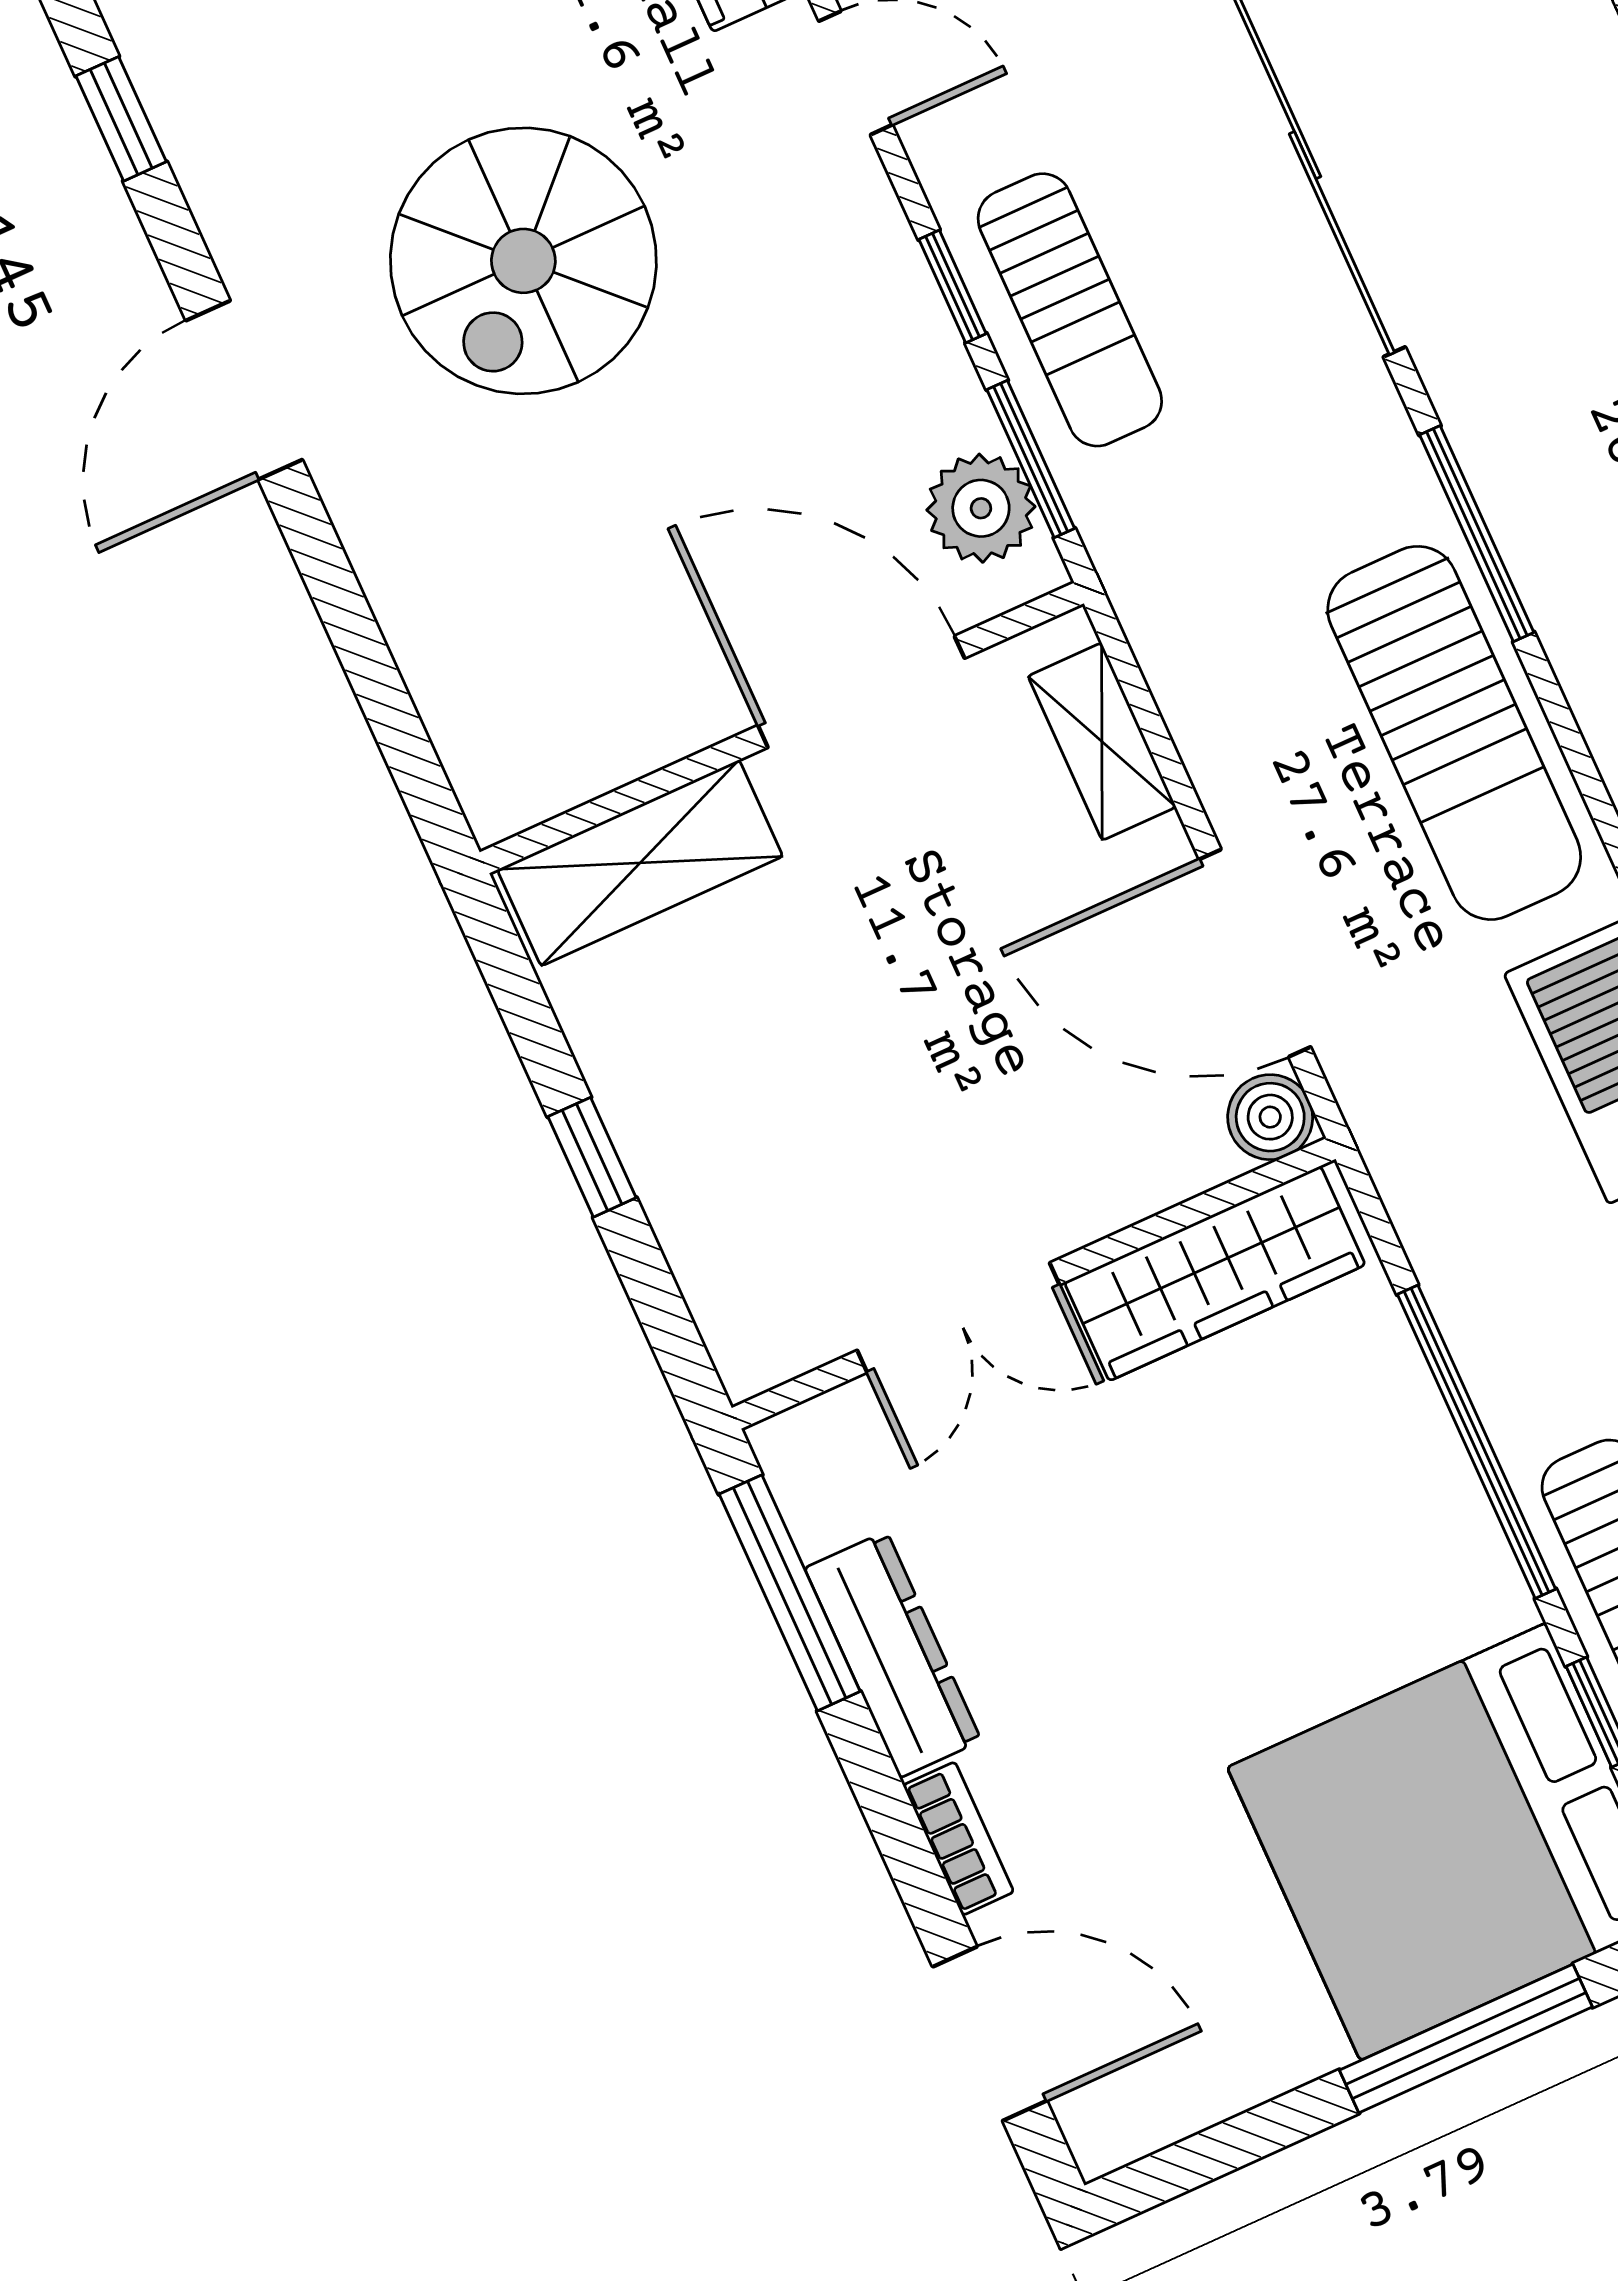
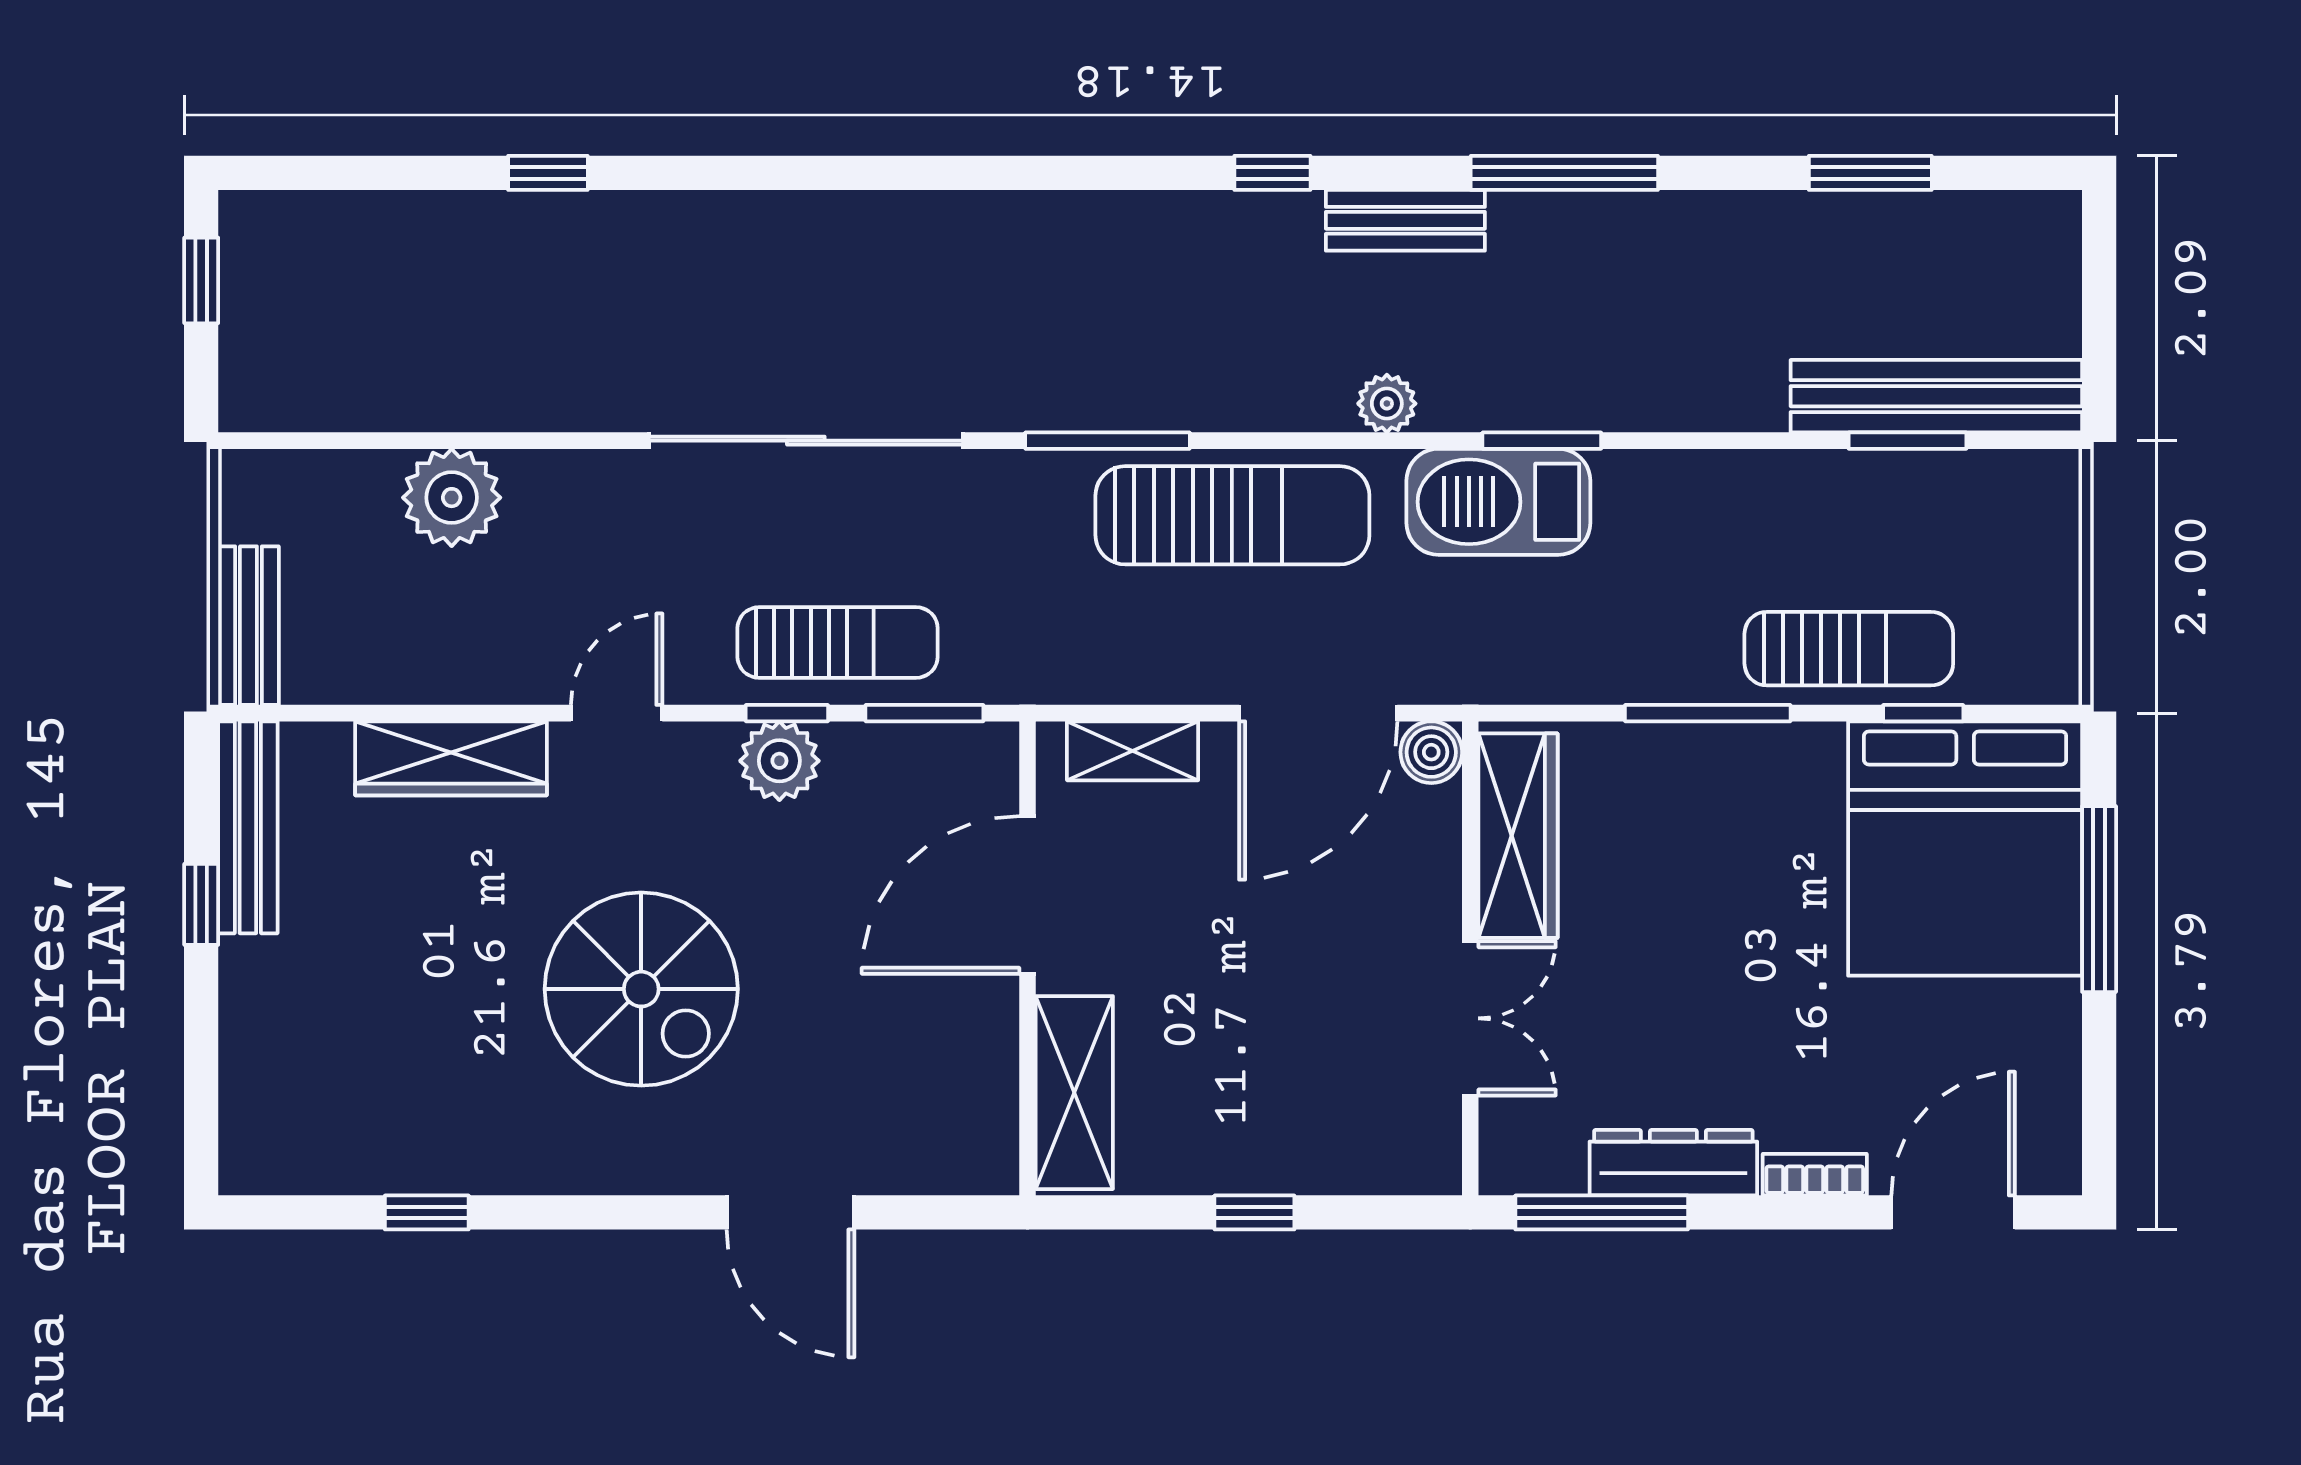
door: (244, 390) -> (791, 1212), moved
plant: (981, 508) -> (779, 761), moved
window: (1477, 1442) -> (1708, 713), width x0.68

